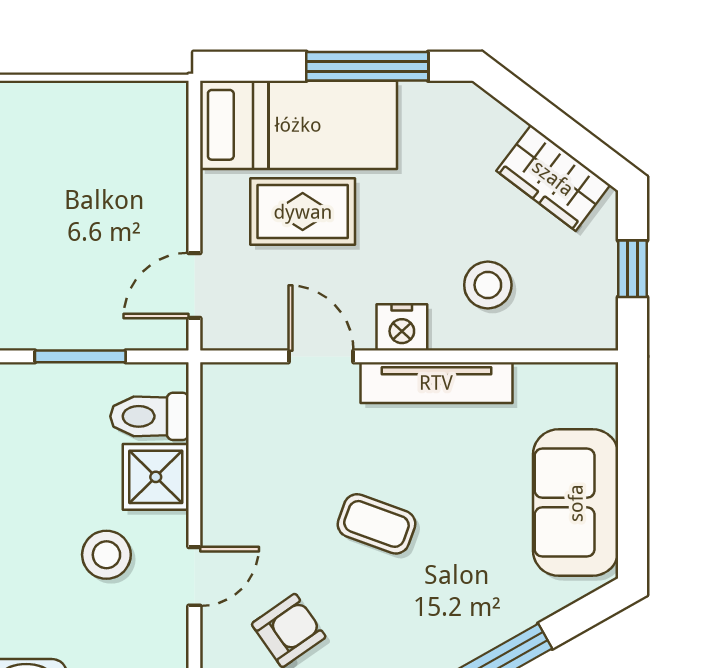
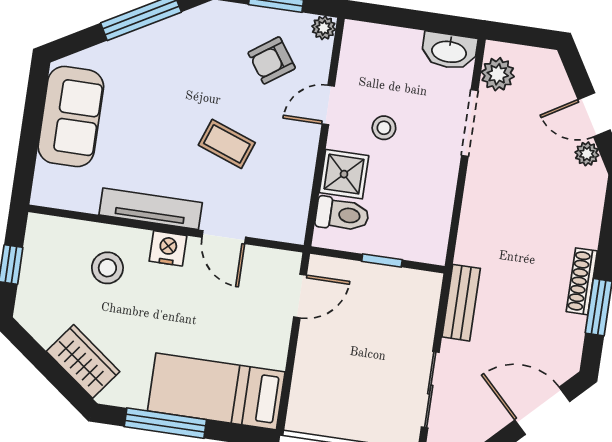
wardrobe: (553, 178) -> (83, 361), moved
rug: (303, 212) -> (222, 334), removed
window: (80, 356) -> (382, 261), width x0.67
coffee table: (376, 524) -> (227, 144), moved
stool: (106, 555) -> (384, 128), width x0.73, depth x0.73

